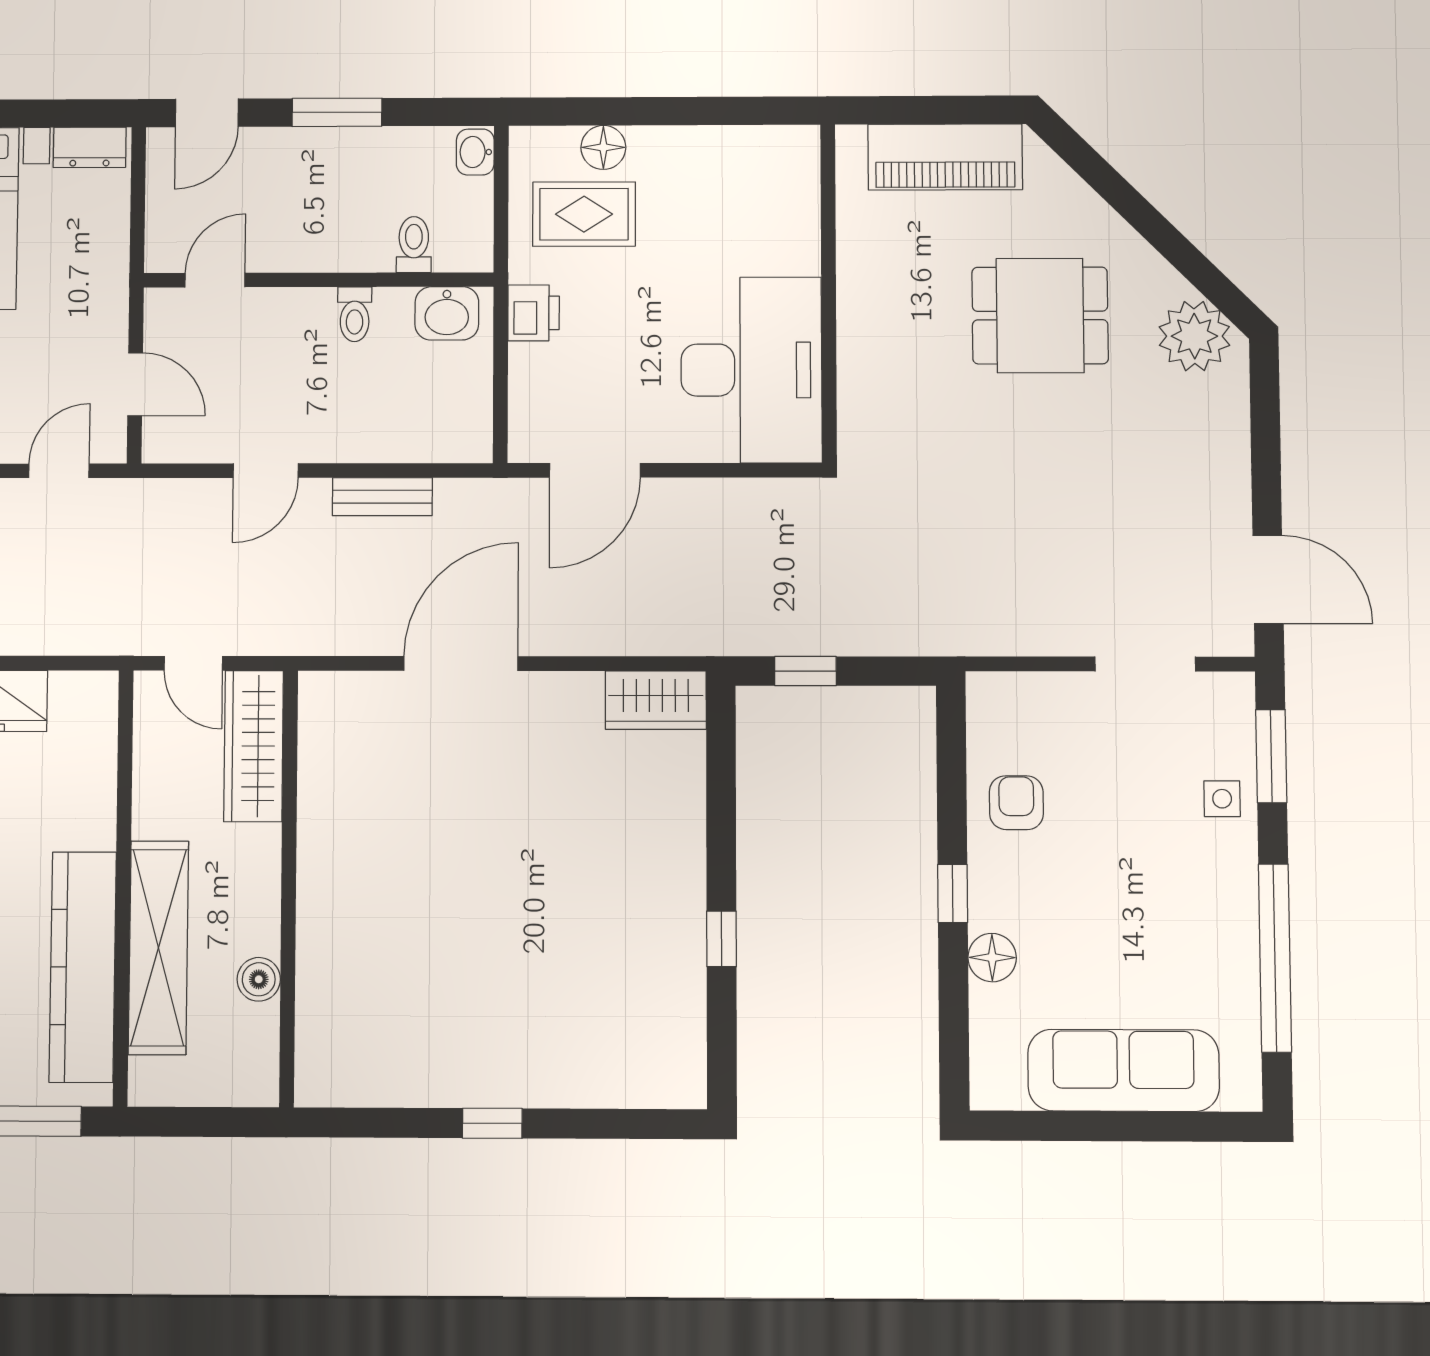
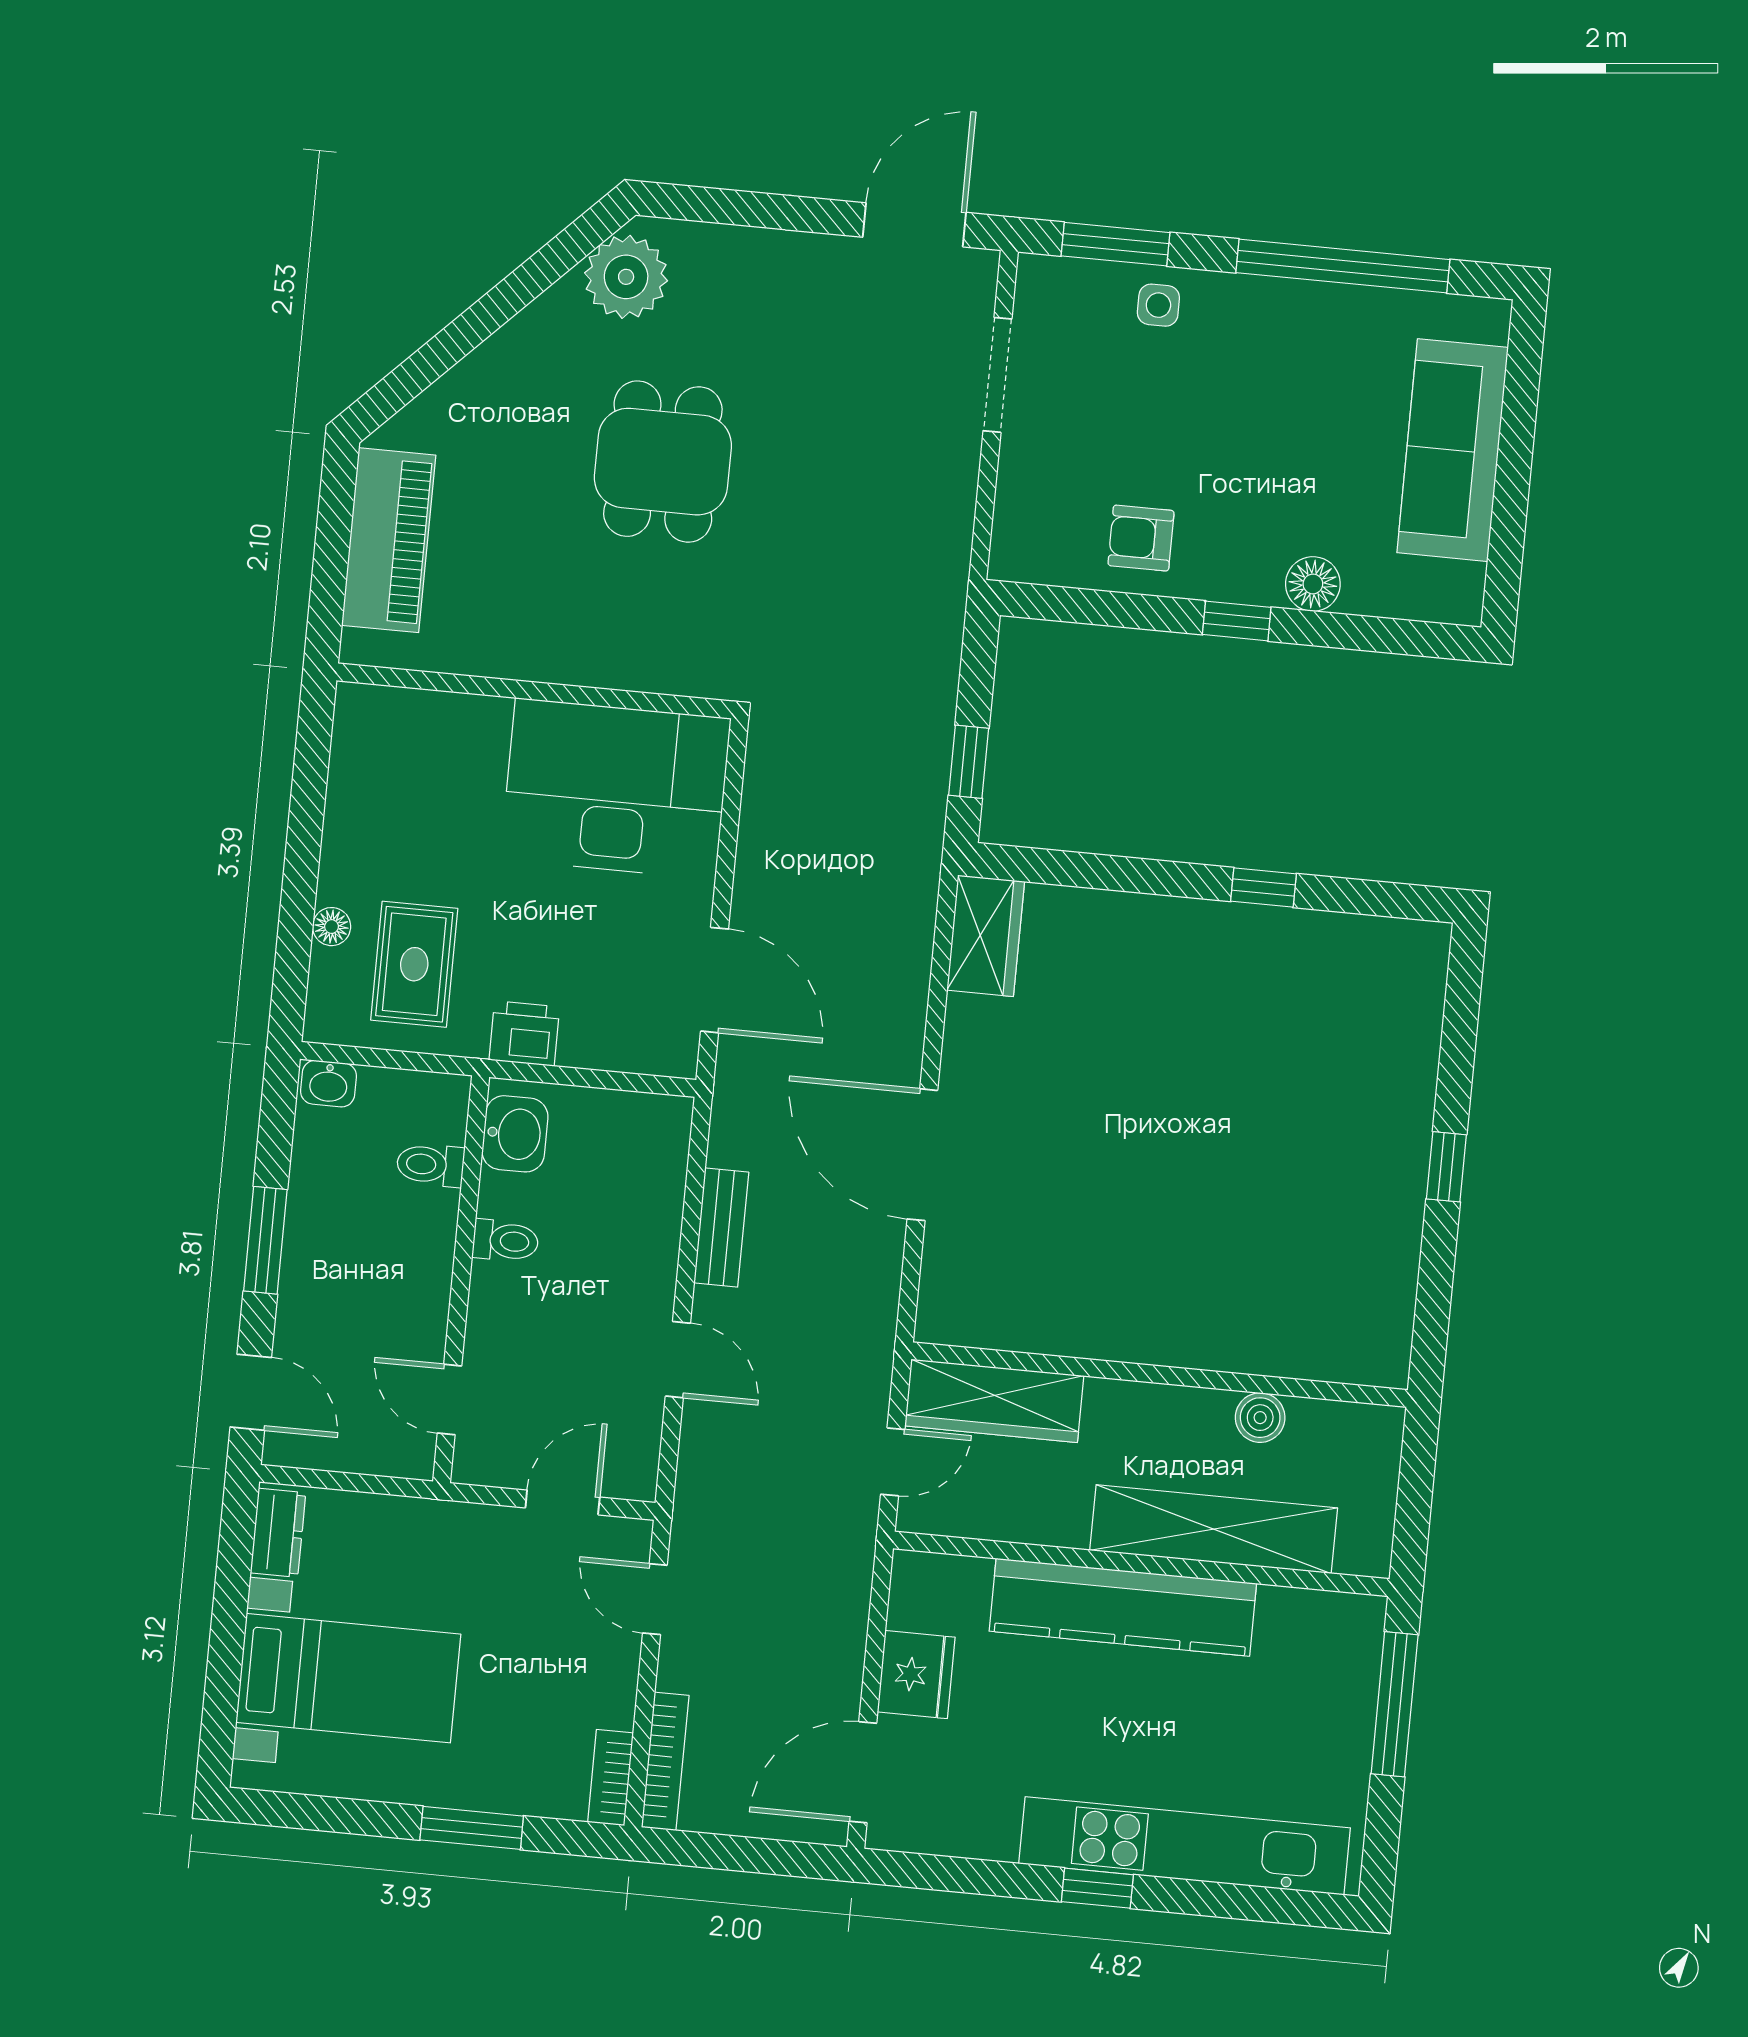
floor lamp: (603, 147) -> (332, 927), width x0.73, depth x0.73
dining table: (1040, 315) -> (663, 462), moved
kitchen counter: (83, 967) -> (1123, 1607), moved

